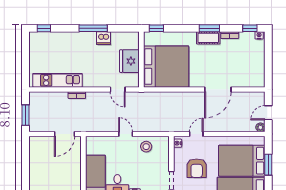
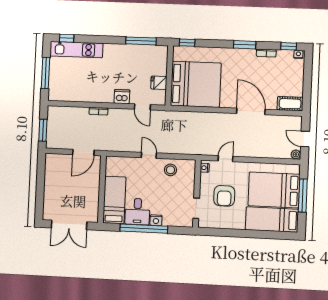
window: (93, 28) -> (141, 41), moved
dishwasher: (103, 38) -> (122, 97), moved, turned 180
cot: (208, 38) -> (290, 104), moved
window: (26, 61) -> (46, 73), added
fridge: (129, 61) -> (159, 83), width x0.53, depth x0.75
kitchen unit: (58, 80) -> (76, 50), moved, turned 180
door: (218, 89) -> (251, 111), swing flipped
door: (268, 113) -> (305, 139), hinge flipped
window: (268, 165) -> (303, 196), width x1.44

